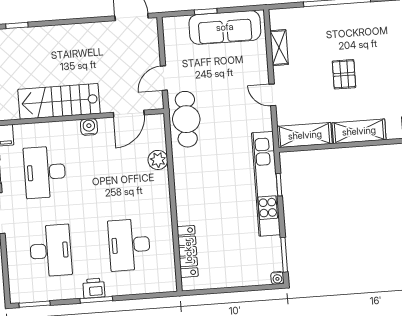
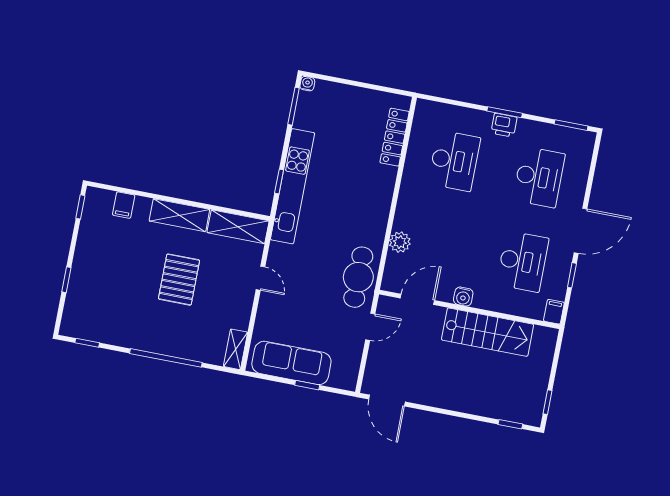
shelving: (279, 48) -> (236, 349), moved
pallet: (344, 74) -> (179, 280), width x1.50, depth x1.42
desk: (51, 251) -> (539, 177), turned 180

